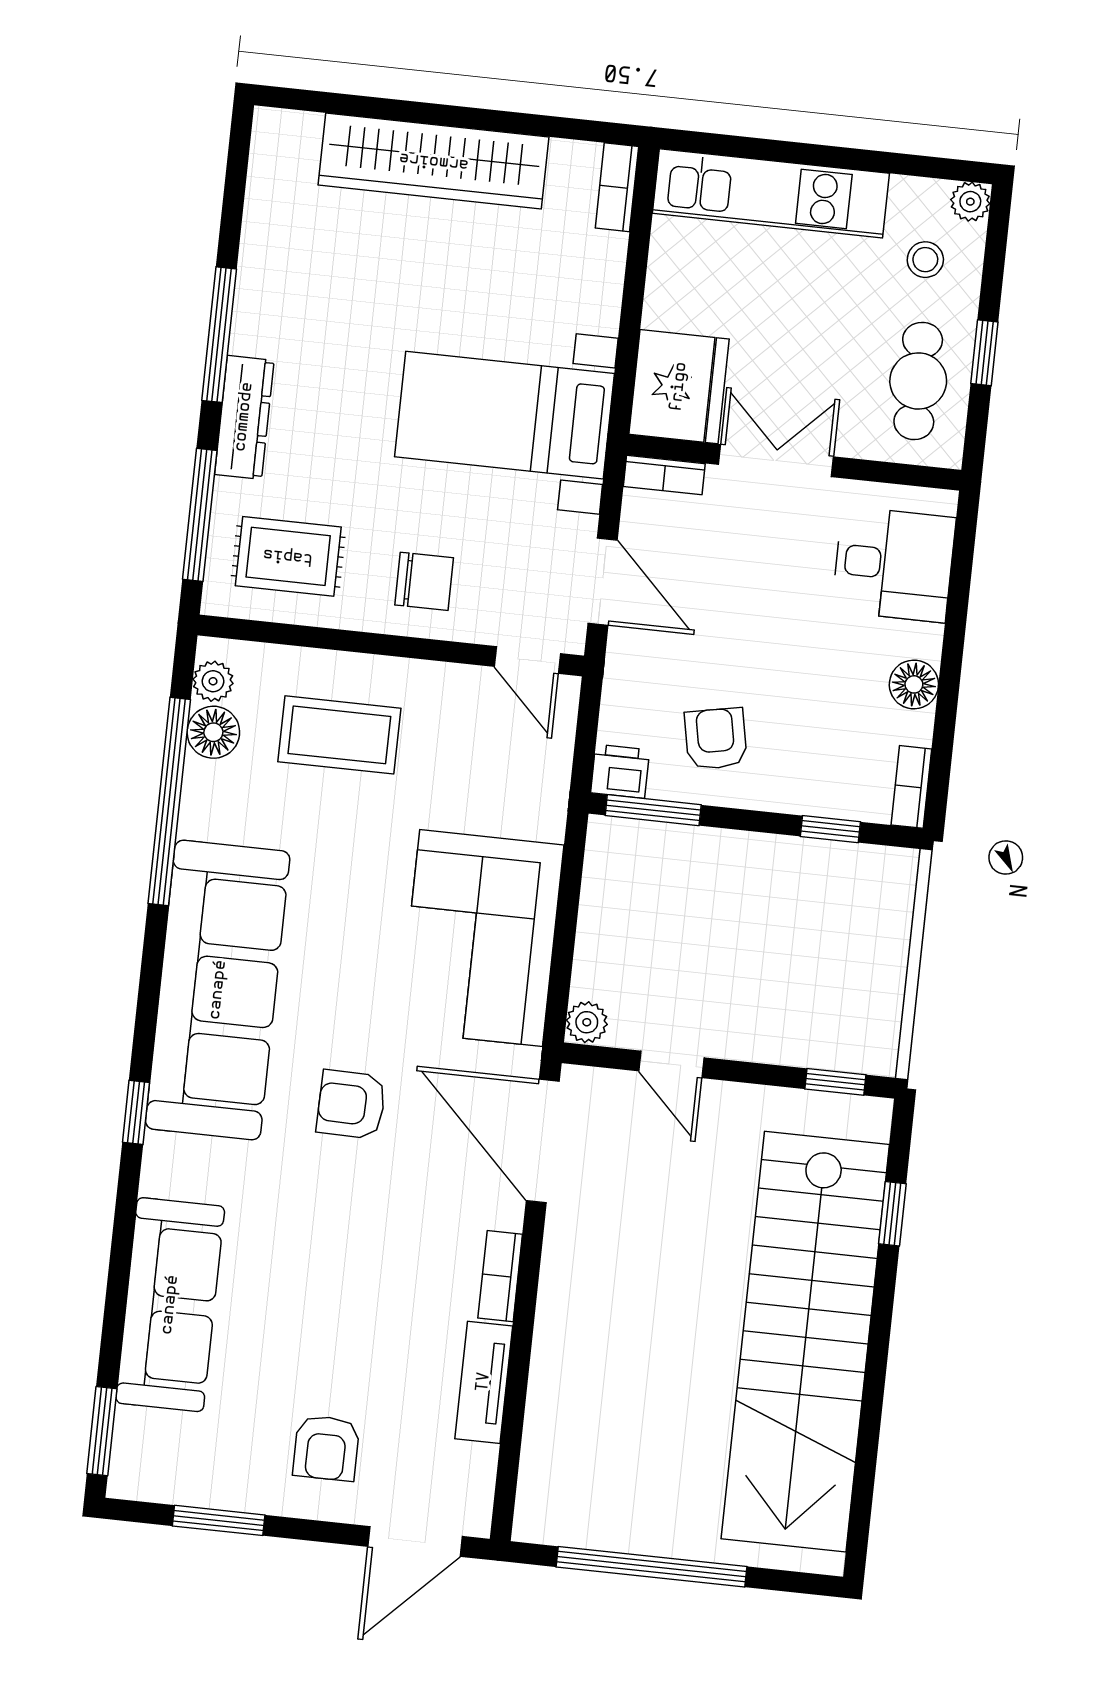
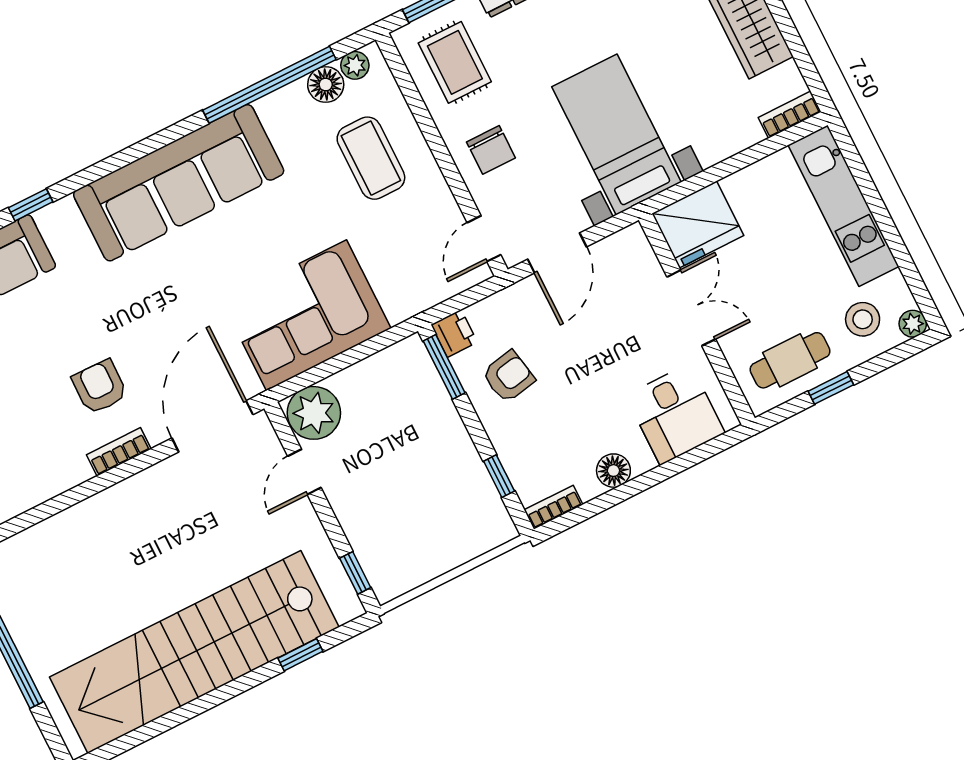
stool: (925, 260) -> (863, 319), width x1.37, depth x1.37
bookcase: (664, 475) -> (641, 249), removed
plant: (587, 1022) -> (314, 413), width x1.88, depth x1.88
armchair: (351, 1105) -> (100, 387), moved
window: (136, 1112) -> (31, 205), moved
tv unit: (484, 1382) -> (51, 482), removed

